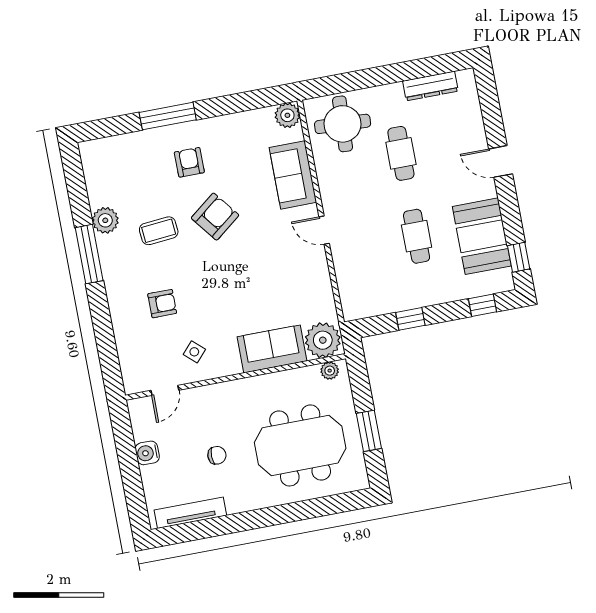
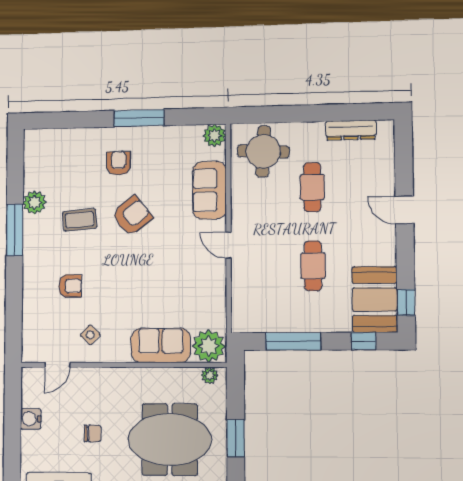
window: (168, 116) -> (139, 118), moved
booth: (482, 236) -> (375, 299), moved
window: (410, 319) -> (293, 341), width x2.17

